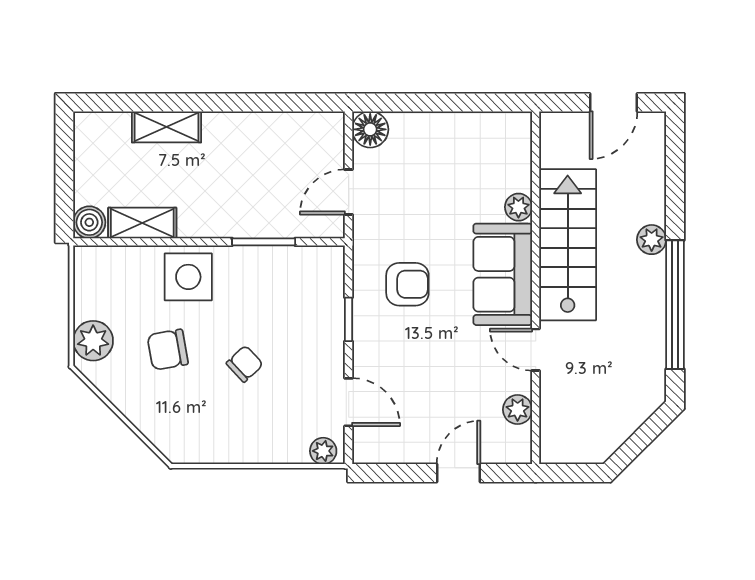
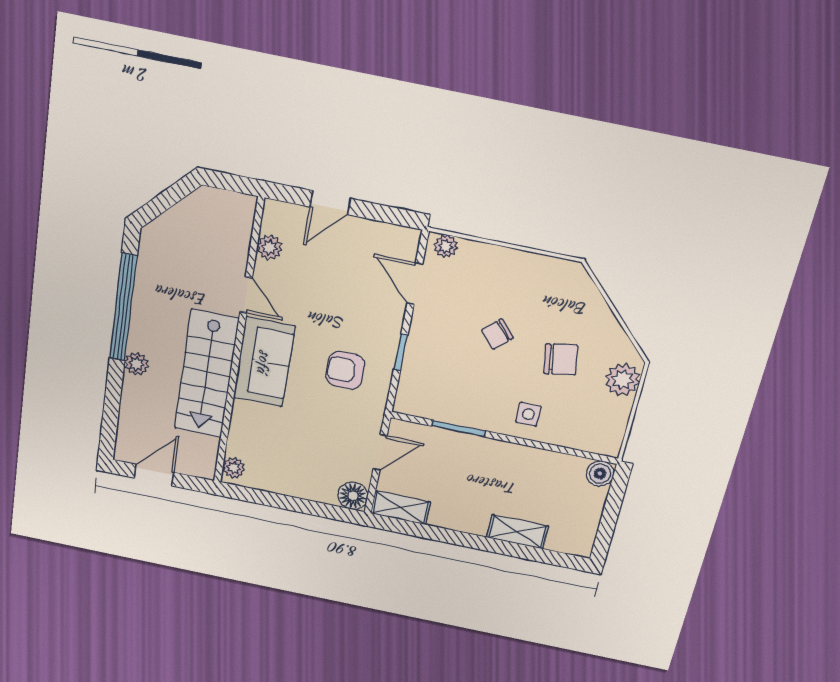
plant: (518, 207) -> (234, 468), moved
shelving: (142, 223) -> (400, 508), moved
side table: (188, 277) -> (528, 414), width x0.54, depth x0.54

